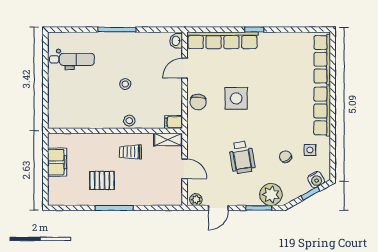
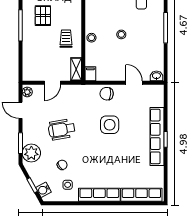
row of seats: (222, 40) -> (157, 136), moved

